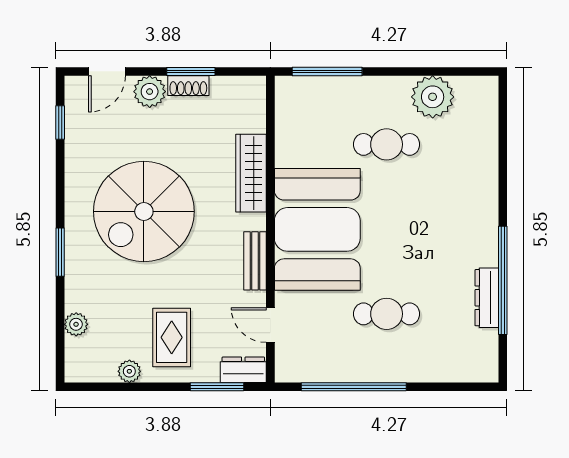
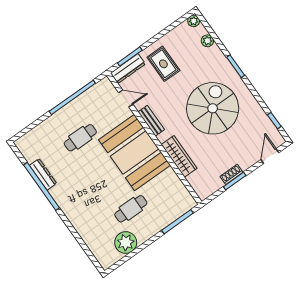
plant: (150, 92) -> (246, 160), removed
dresser: (243, 370) -> (128, 69), width x1.44
plant: (129, 371) -> (194, 21), moved

